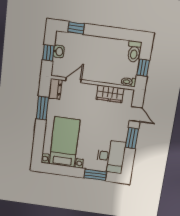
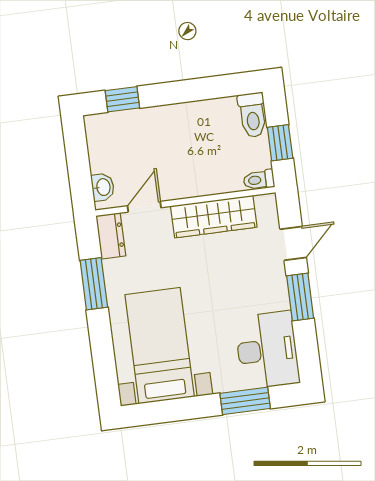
washbasin: (59, 51) -> (103, 187), moved
window: (48, 53) -> (78, 164), removed
wardrobe: (110, 94) -> (214, 217), width x1.50
door: (136, 114) -> (293, 243), hinge flipped

